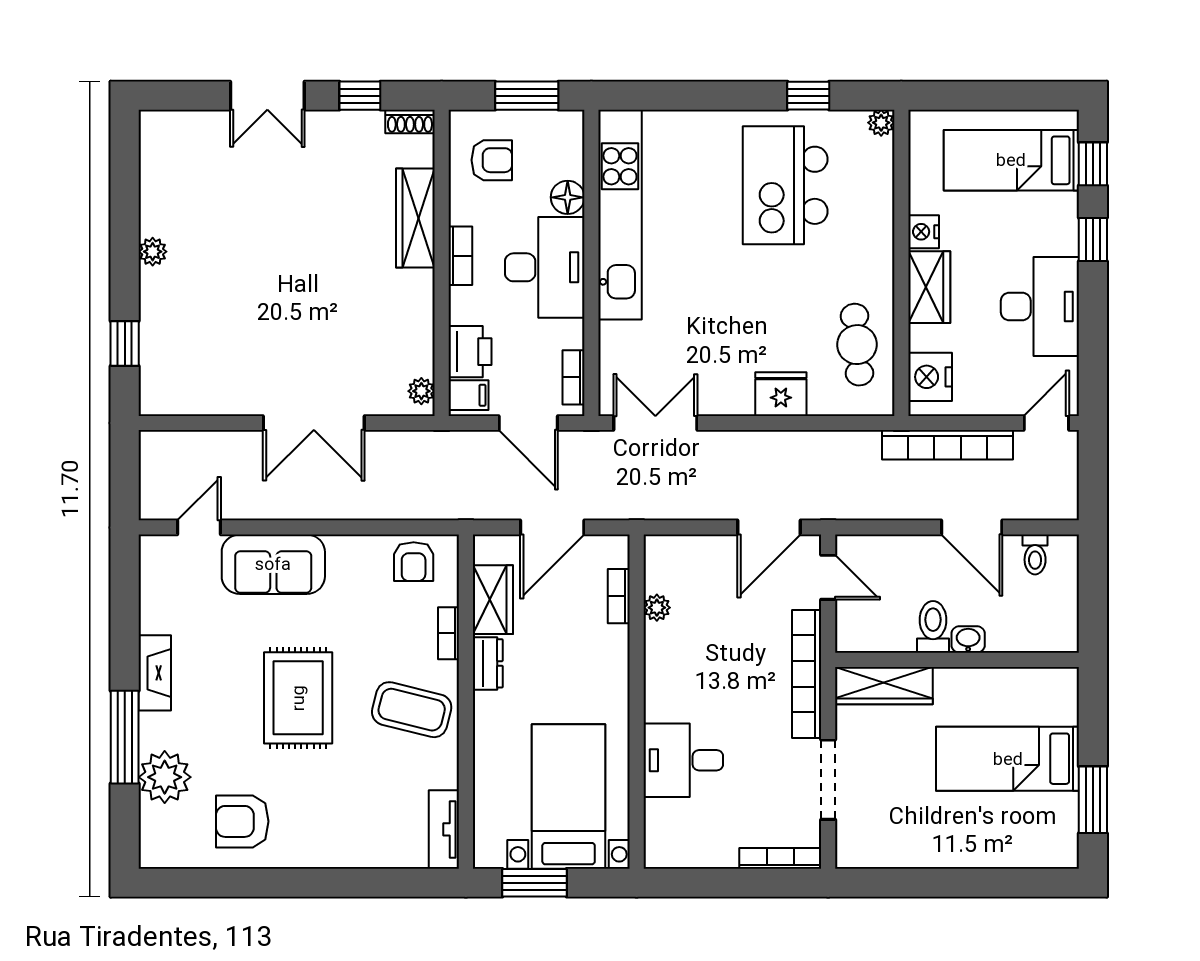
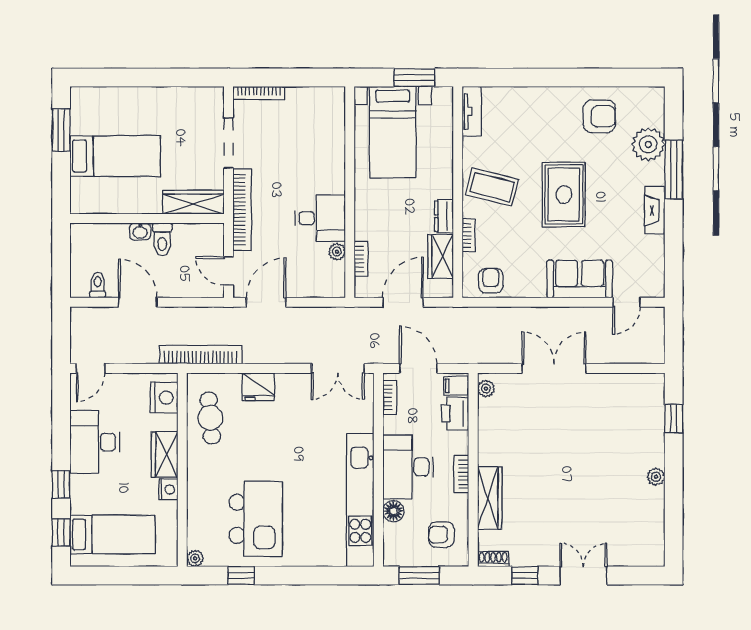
bookcase: (948, 445) -> (201, 355), moved
desk: (683, 760) -> (320, 218), moved

